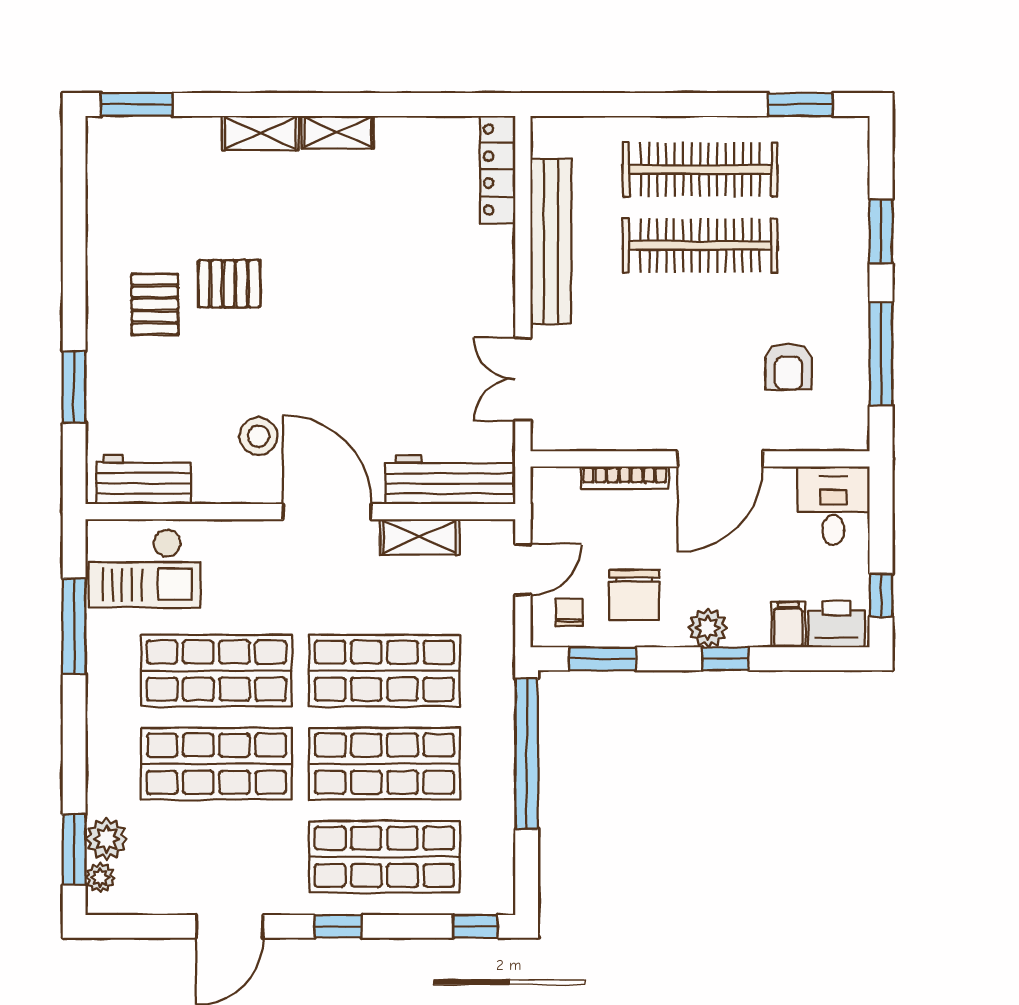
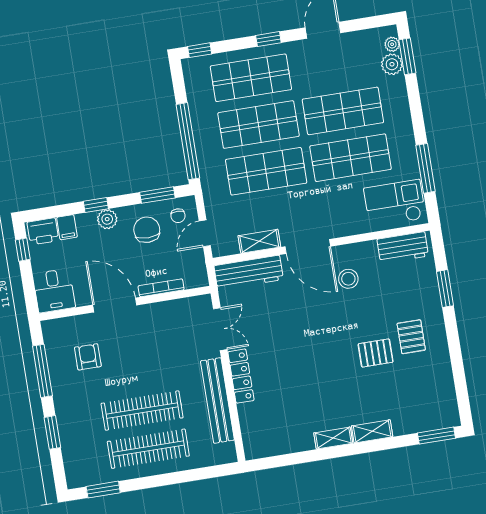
locker: (497, 170) -> (241, 376), moved
door: (720, 459) -> (115, 305), hinge flipped

